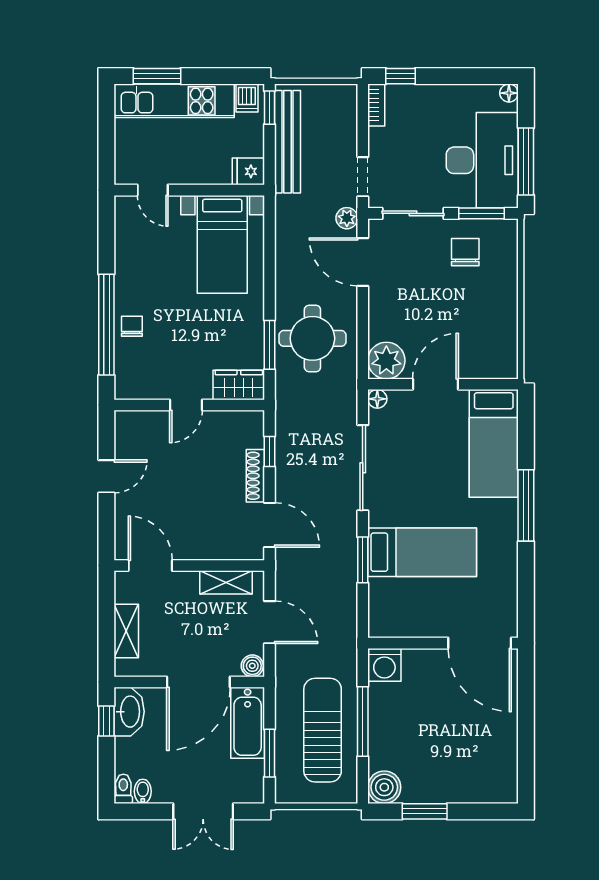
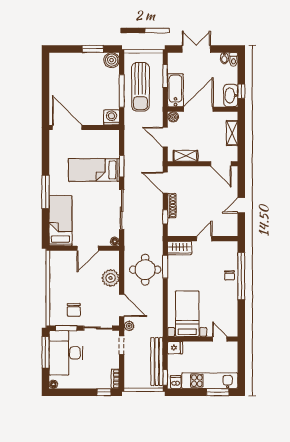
plant: (386, 361) -> (111, 278), moved

